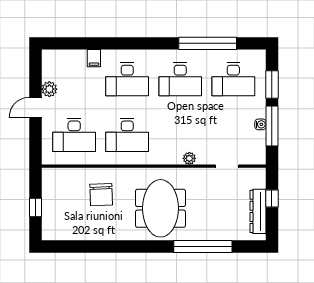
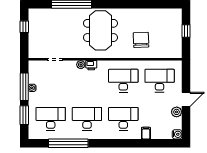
water cooler: (48, 56) -> (177, 134), added
printer: (174, 158) -> (91, 65), added
window: (272, 199) -> (24, 27), moved
dresser: (258, 211) -> (34, 28), removed

